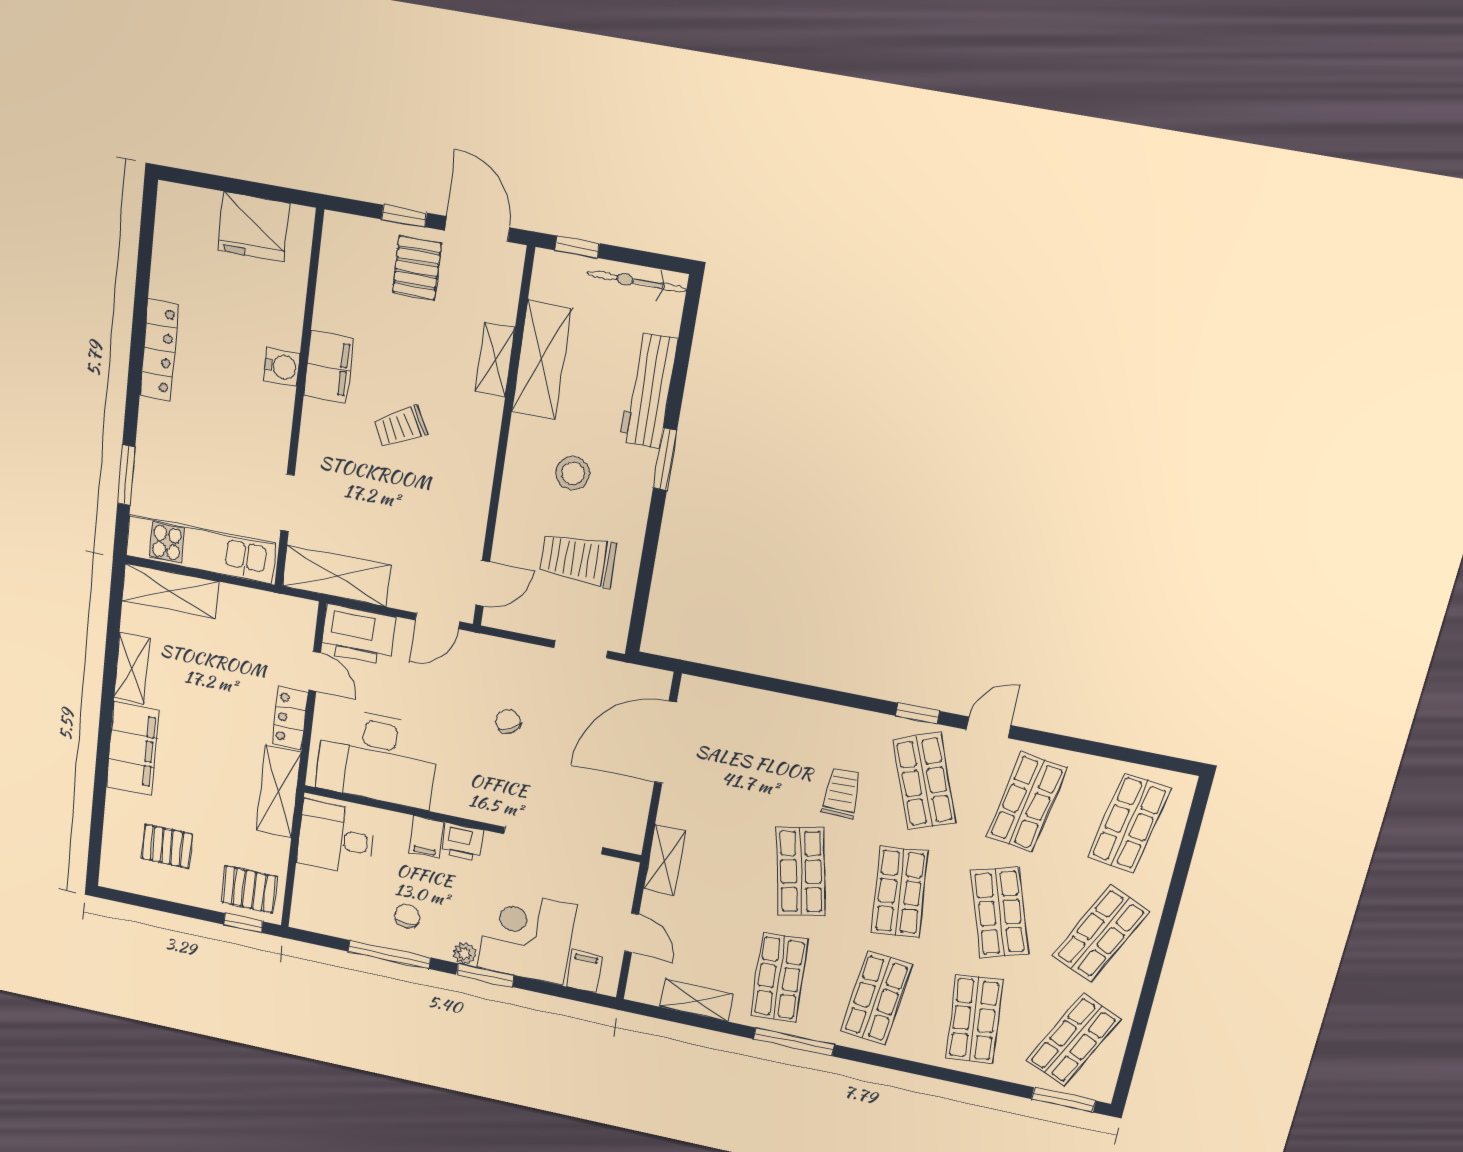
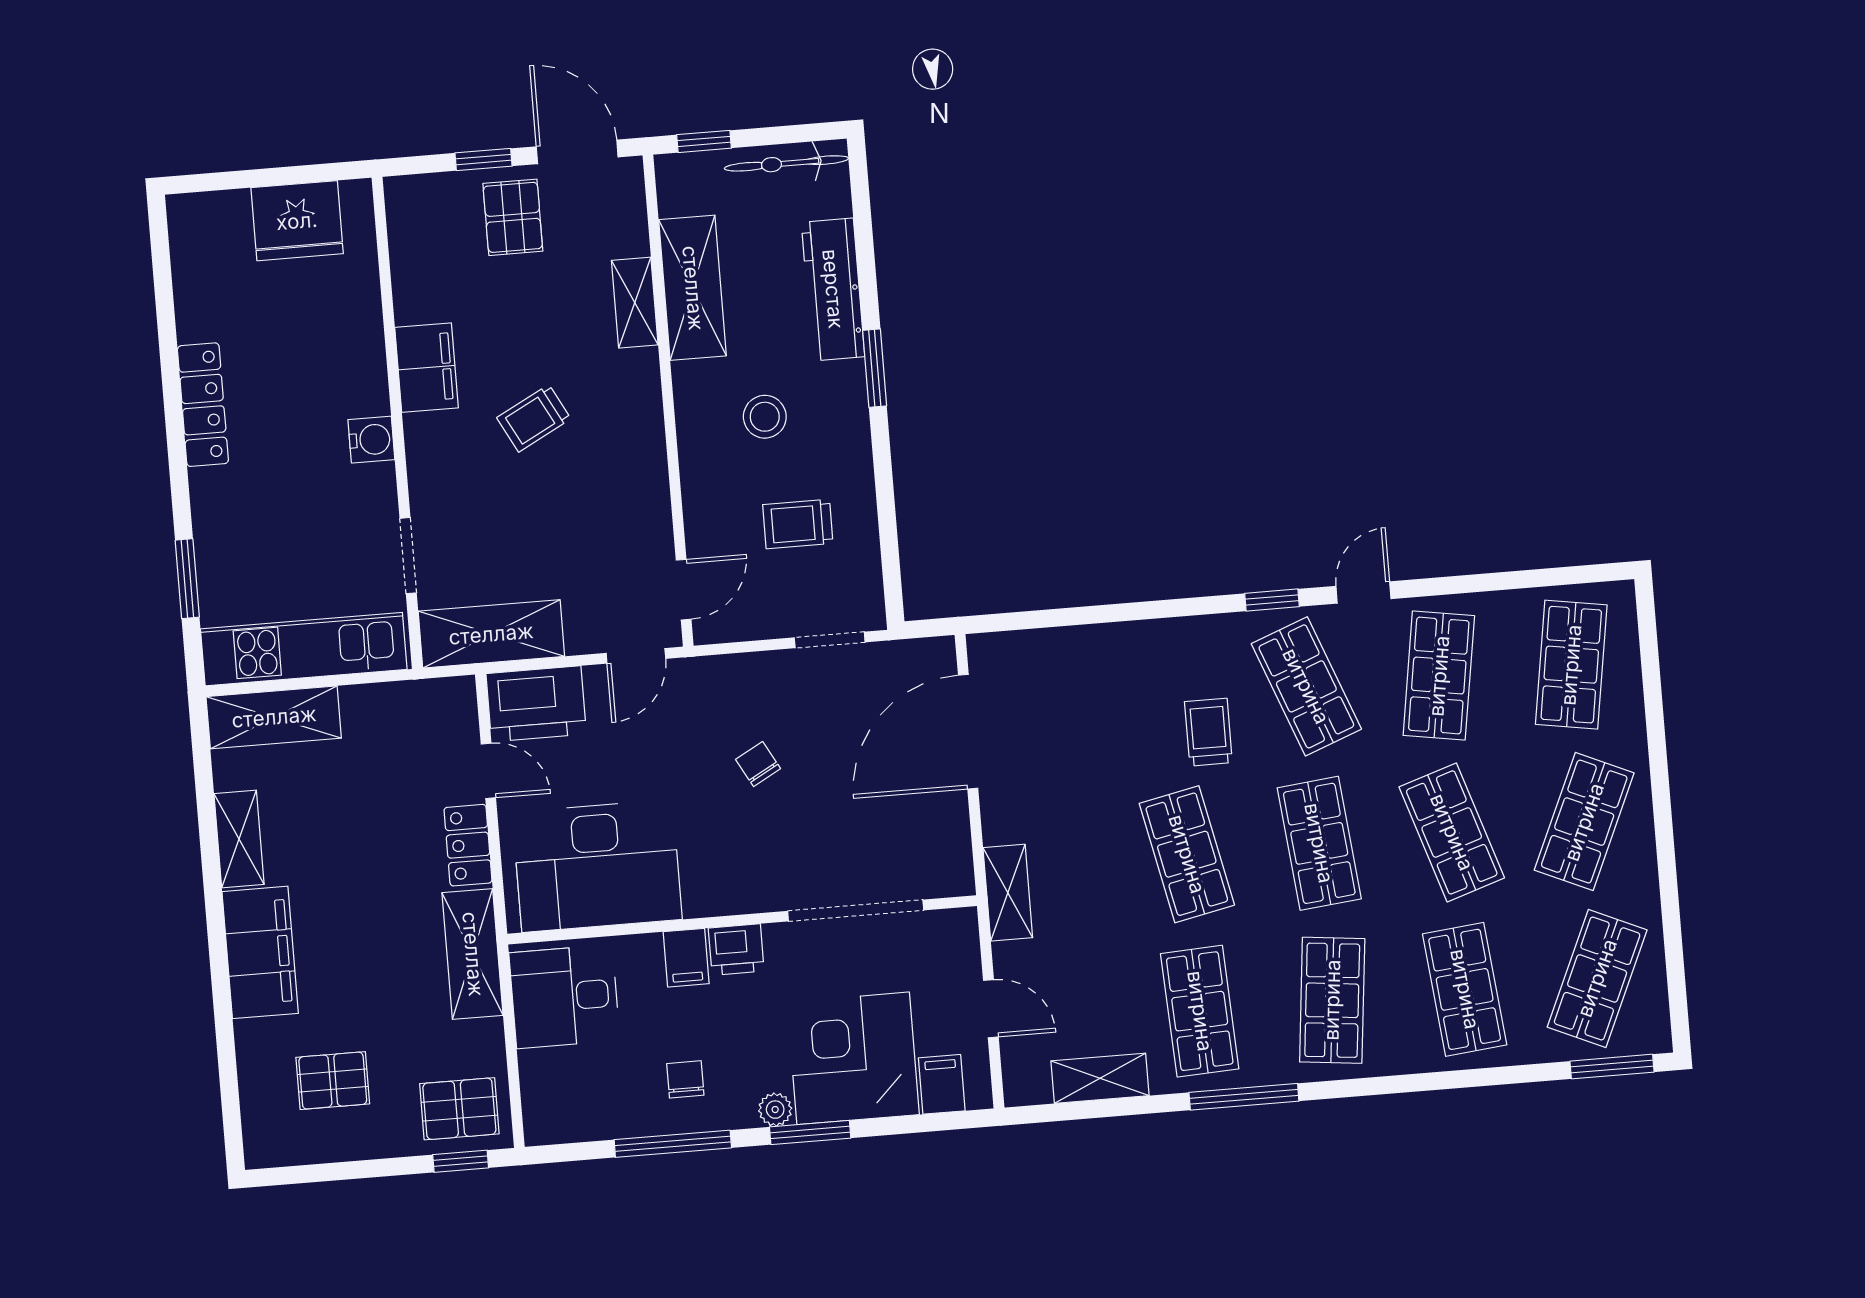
water cooler: (282, 367) -> (371, 440), moved
trolley: (578, 559) -> (798, 524), width x0.73, depth x0.72

